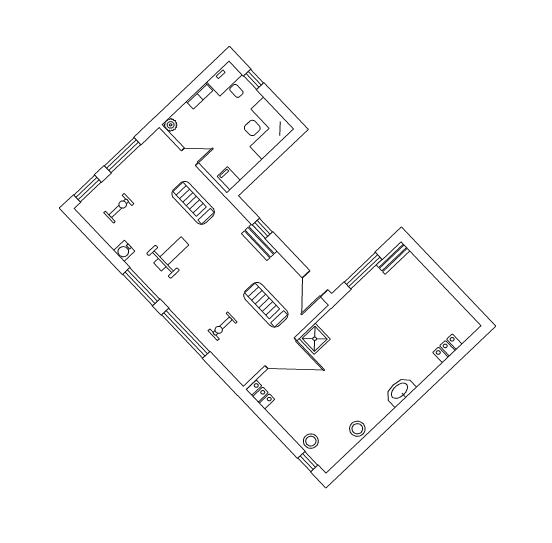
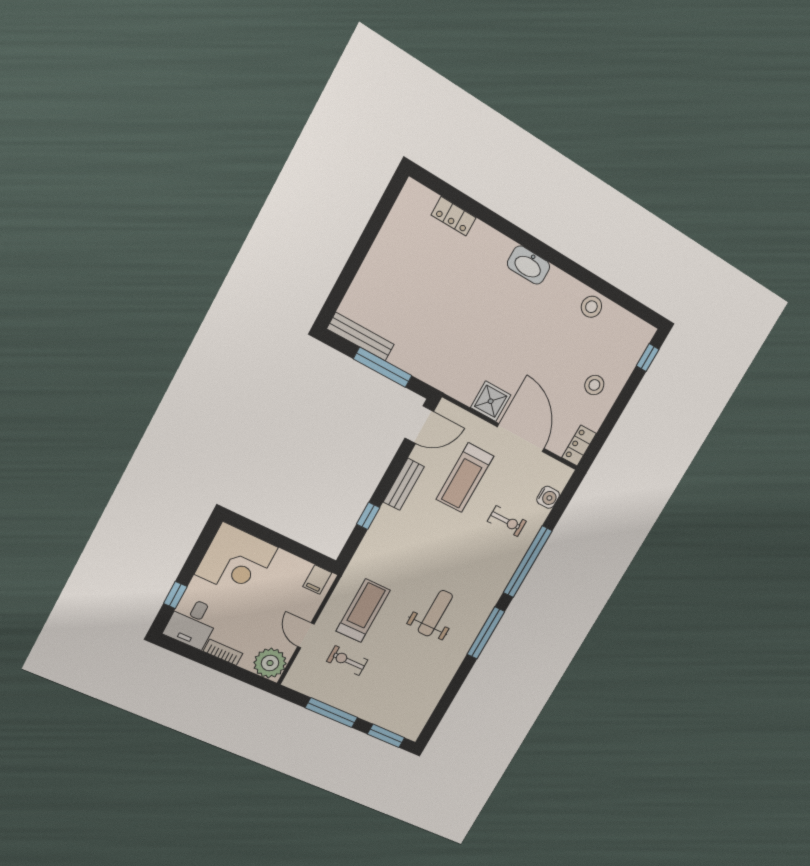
plant: (171, 125) -> (270, 663), width x1.88, depth x1.88
treadmill: (193, 203) -> (363, 611), turned 180
exercise bike: (119, 208) -> (347, 661), moved
bench: (259, 242) -> (404, 484), moved
water cooler: (124, 251) -> (548, 497), moved
weight bench: (171, 254) -> (435, 613), turned 90
bench: (393, 258) -> (361, 337), width x1.36
stool: (311, 441) -> (594, 385), moved

